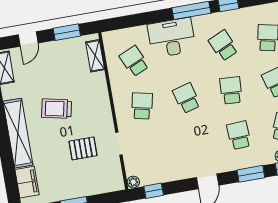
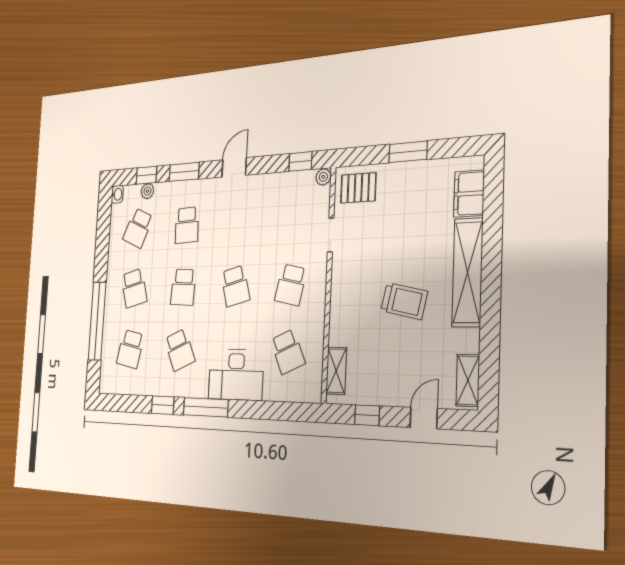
window: (67, 32) -> (367, 415), width x0.67
pallet: (83, 148) -> (358, 188), moved

